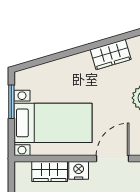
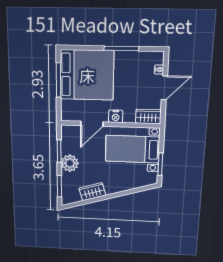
wardrobe: (50, 172) -> (148, 117), moved

